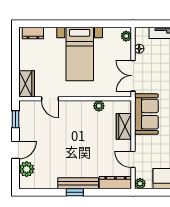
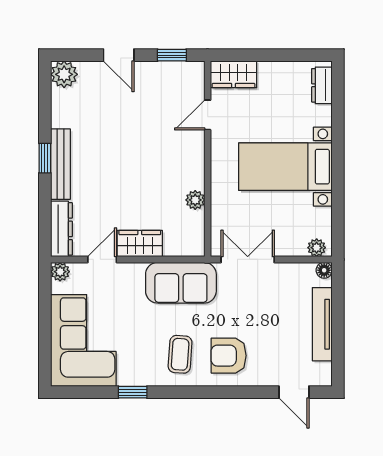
floor lamp: (139, 49) -> (324, 270), moved
wardrobe: (124, 126) -> (140, 244), moved
plant: (27, 169) -> (64, 74), moved

